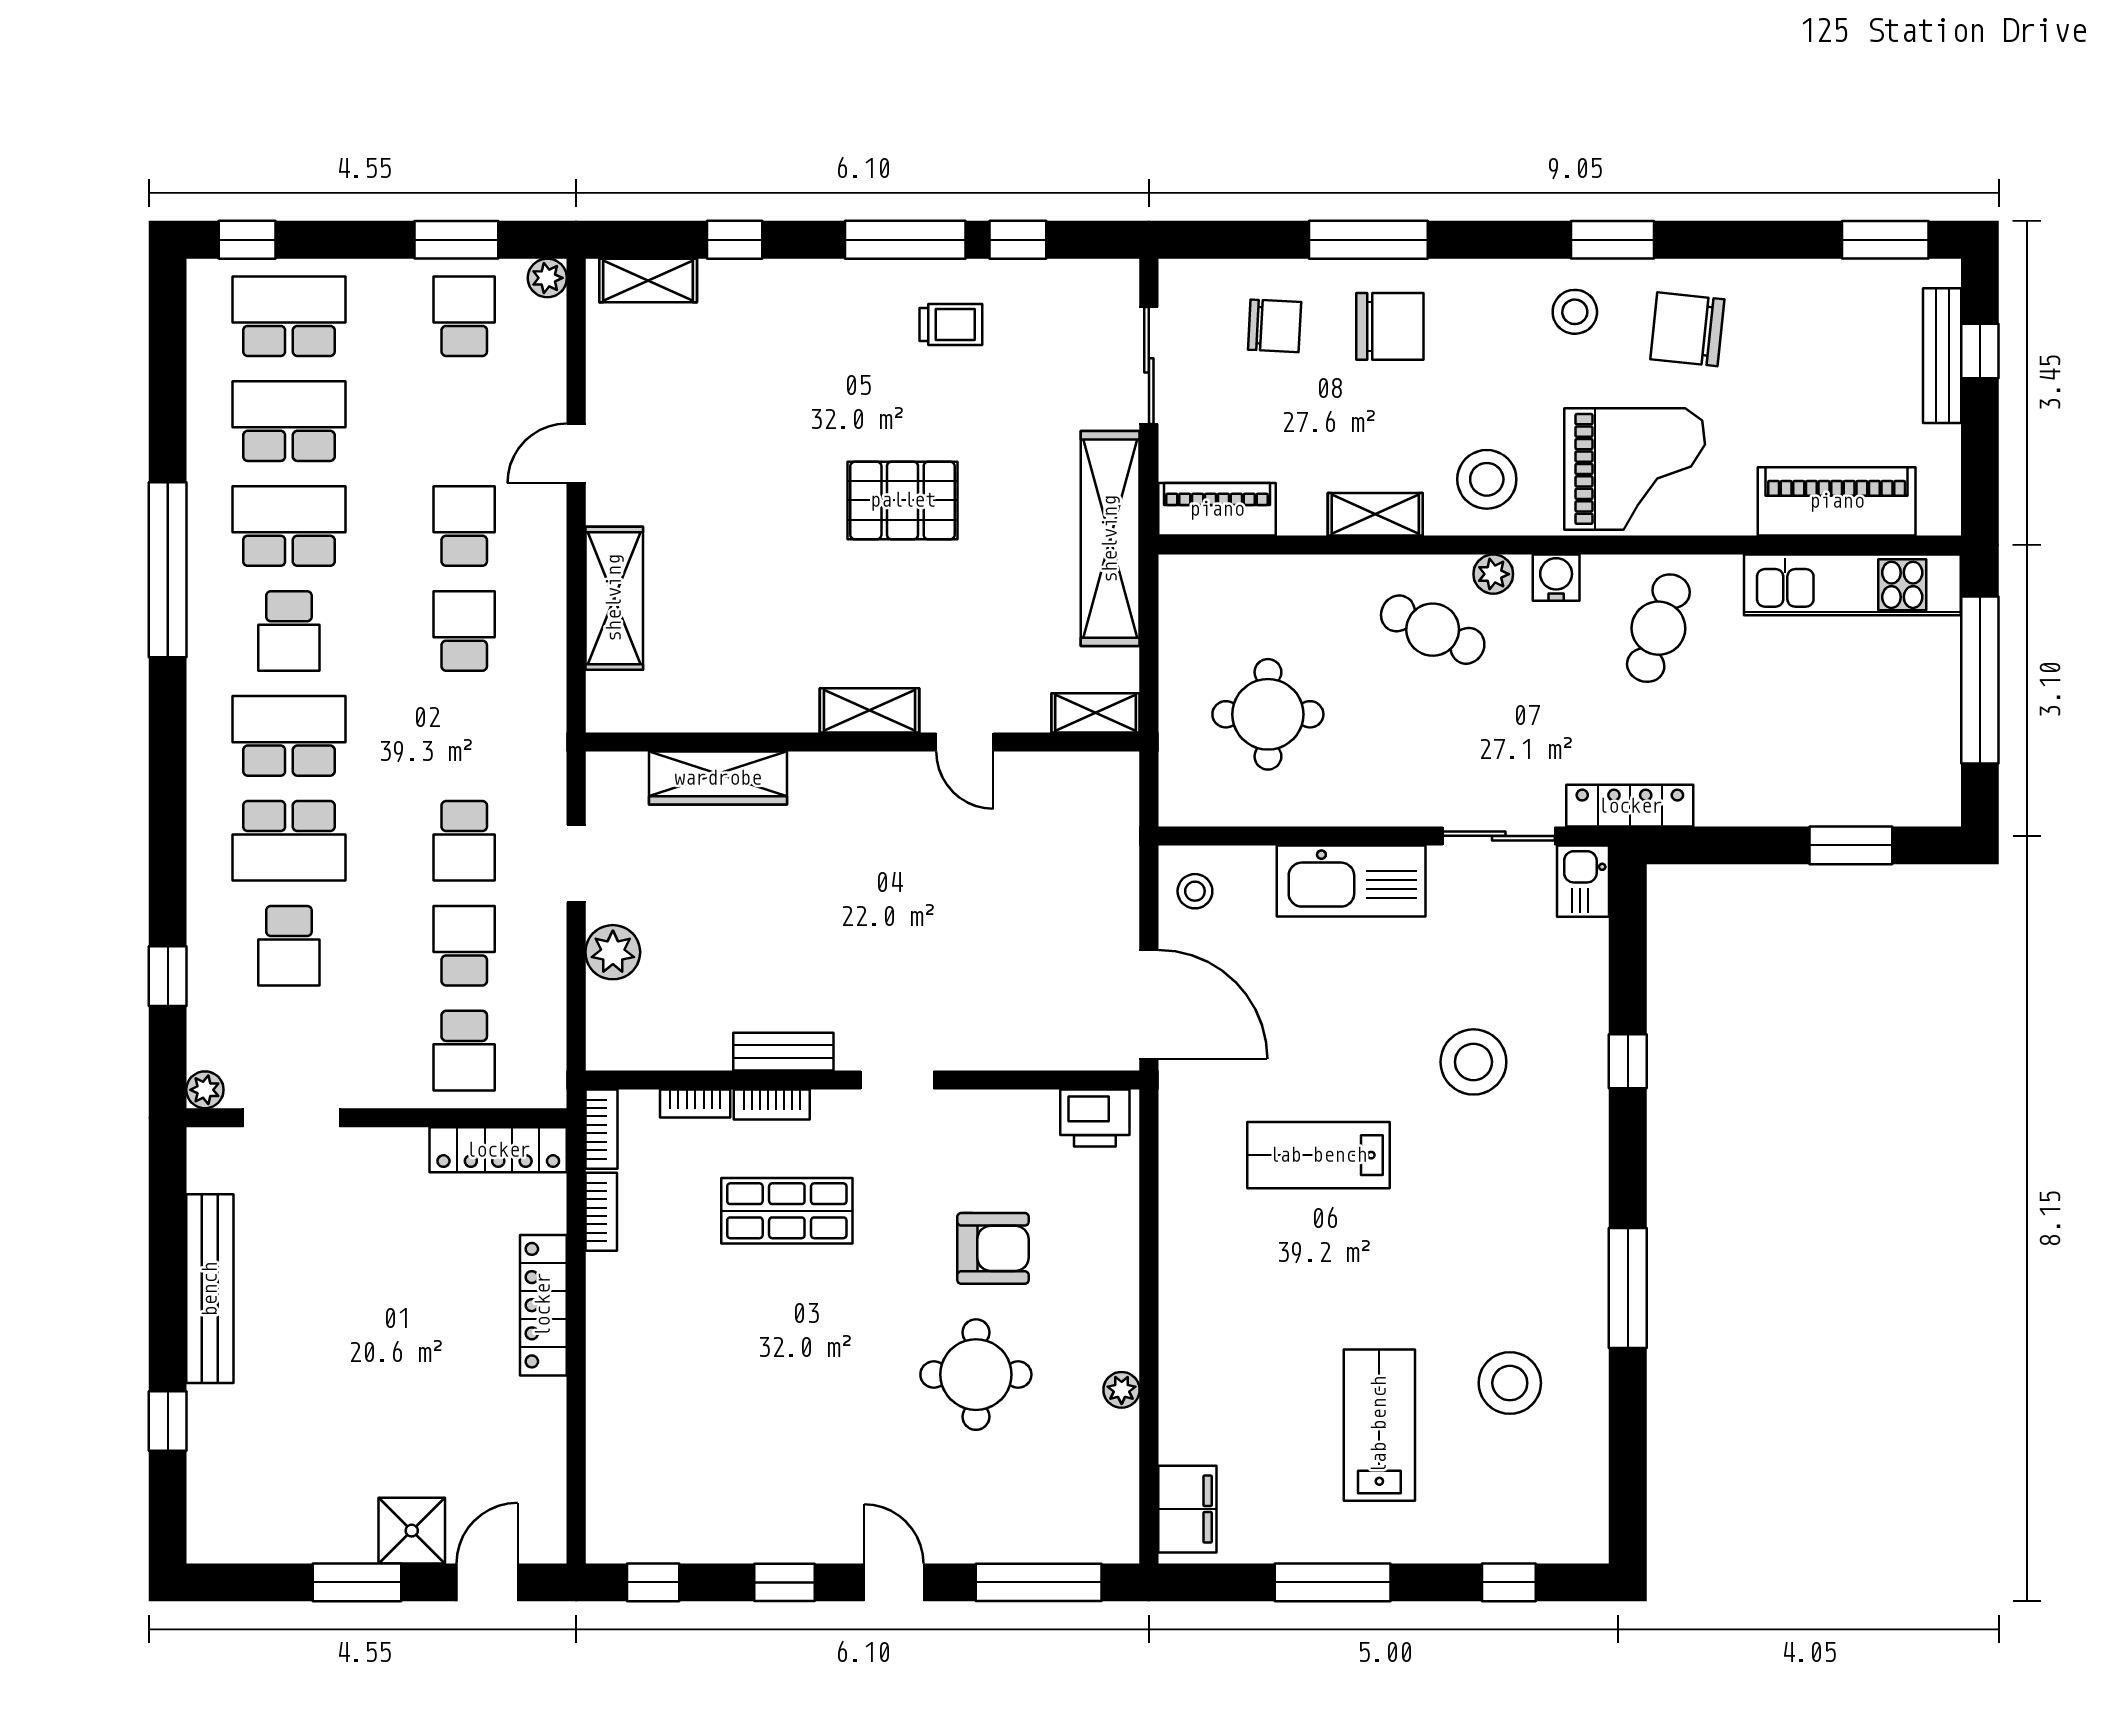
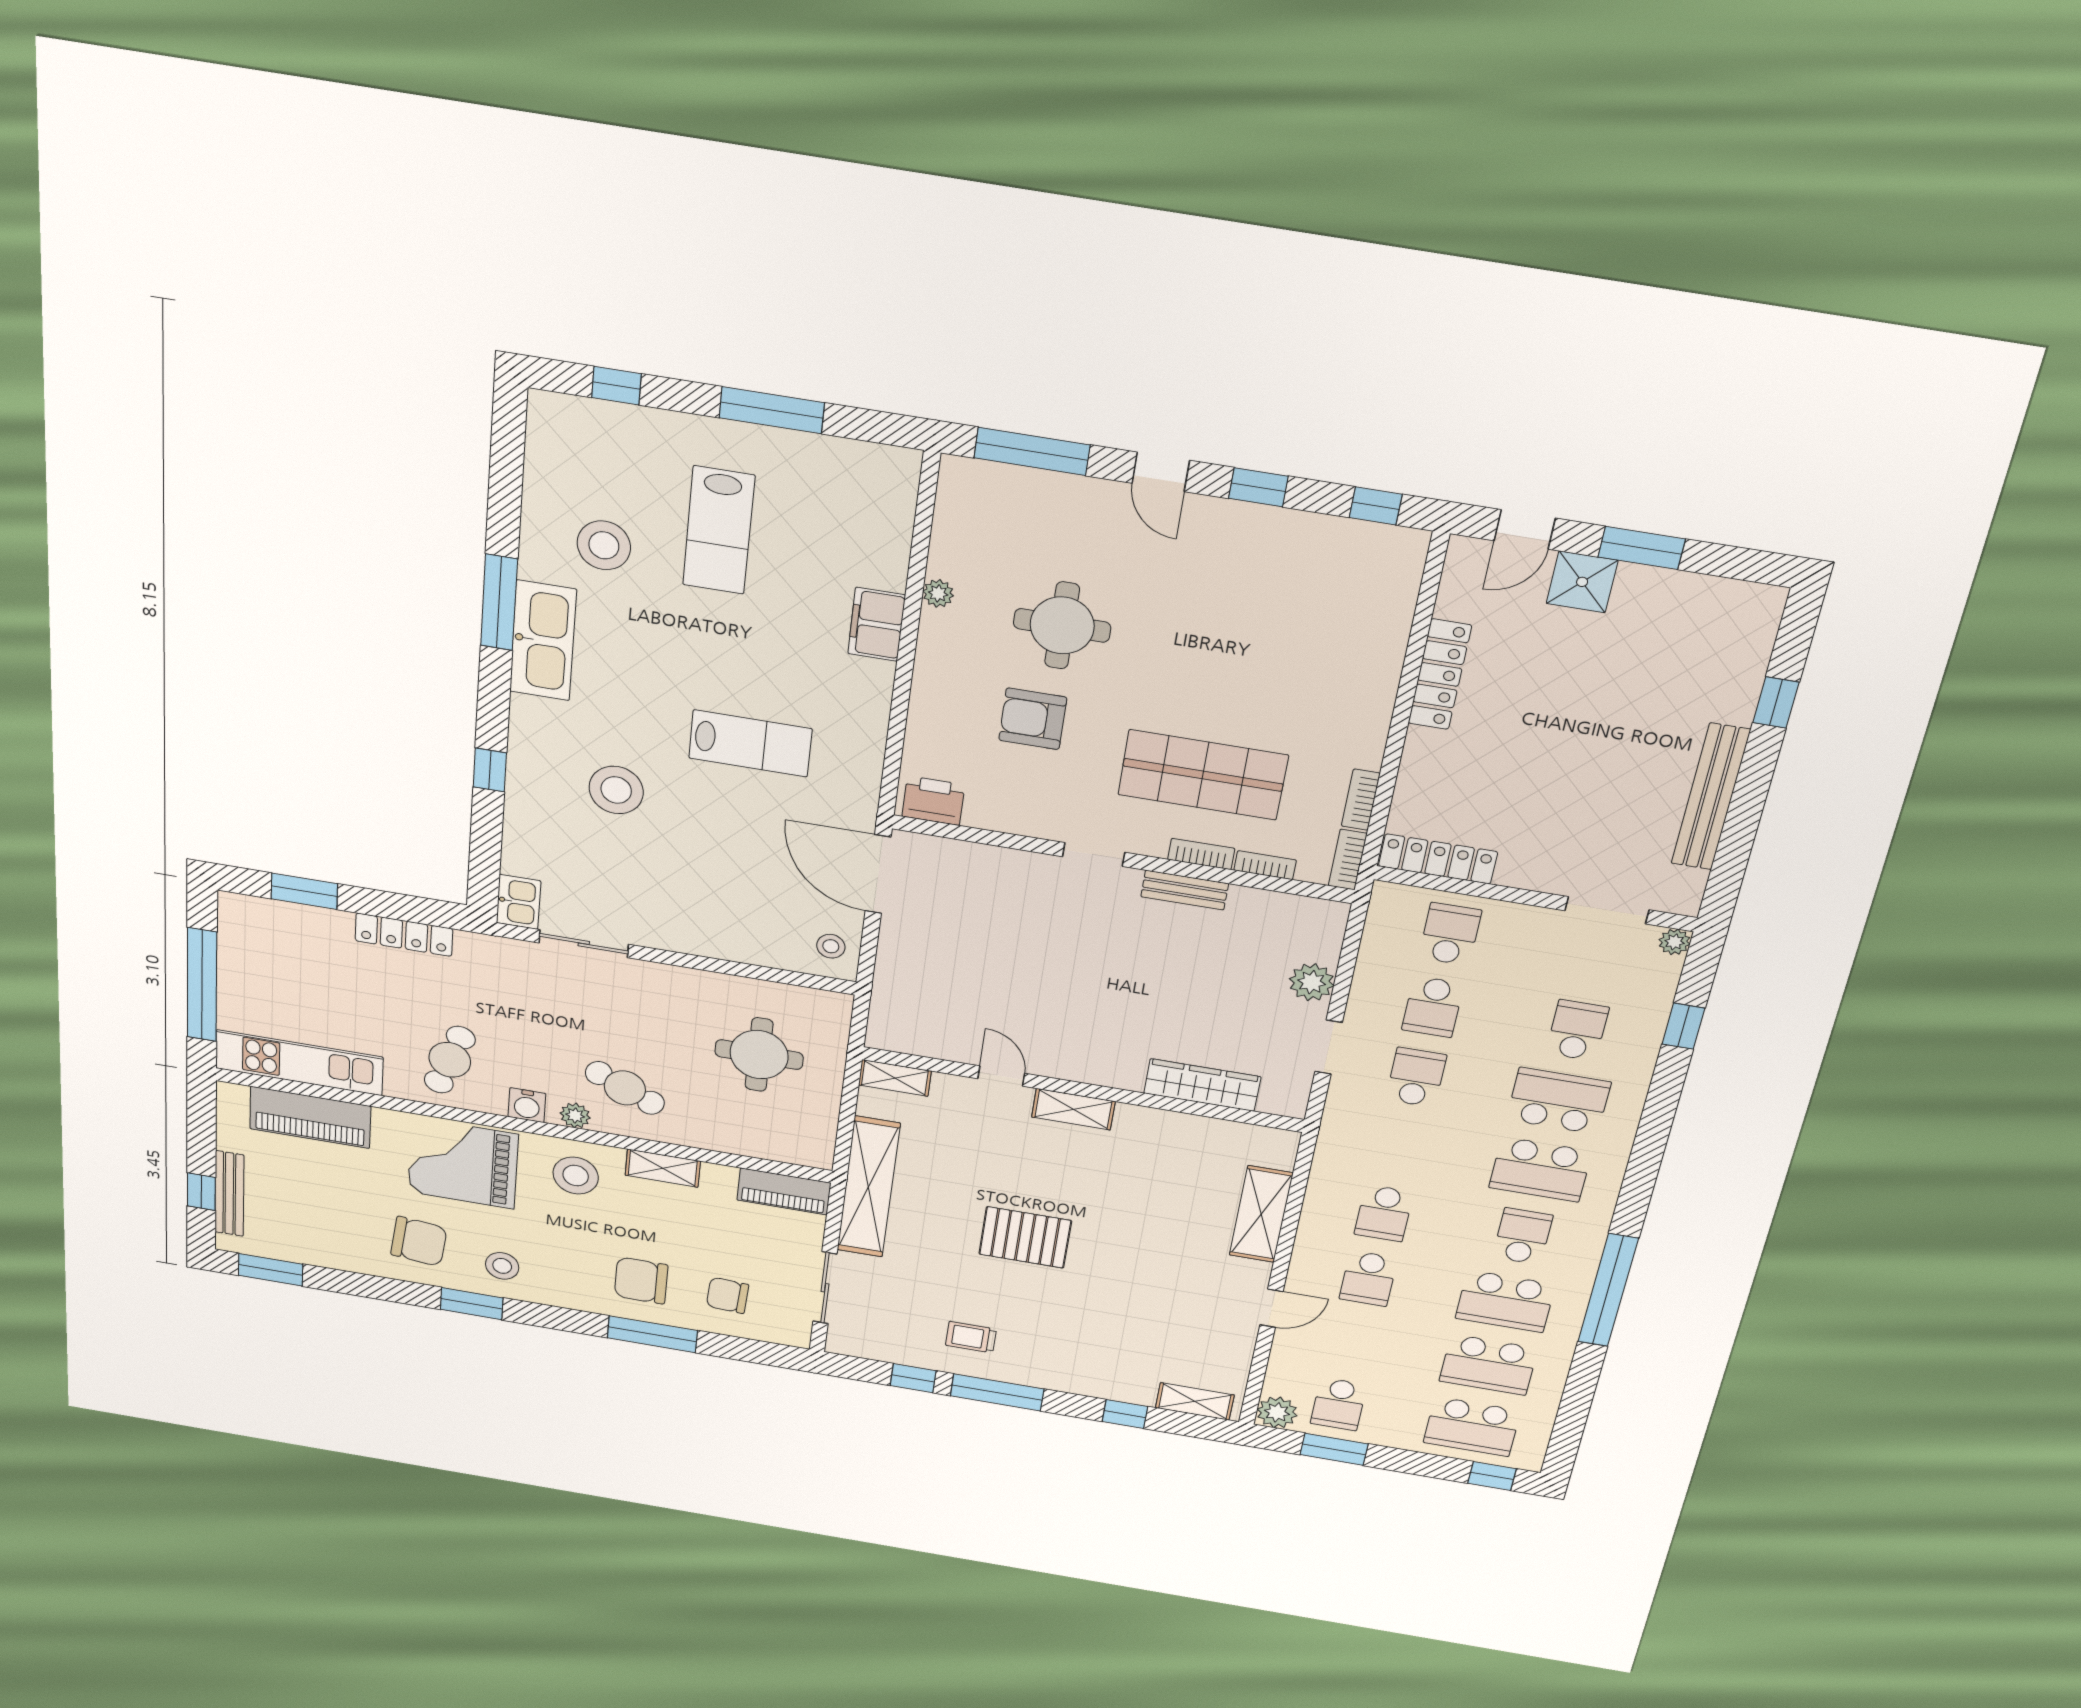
plant: (547, 278) -> (1277, 1412), width x1.38, depth x1.38
locker: (1630, 806) -> (404, 935), moved
kitchen sink: (1351, 881) -> (543, 641), moved, turned 90
shop shelf: (787, 1211) -> (1203, 775), width x1.43, depth x1.36
locker: (543, 1305) -> (1440, 674), moved
filing cabinet: (1187, 1509) -> (877, 624), moved

